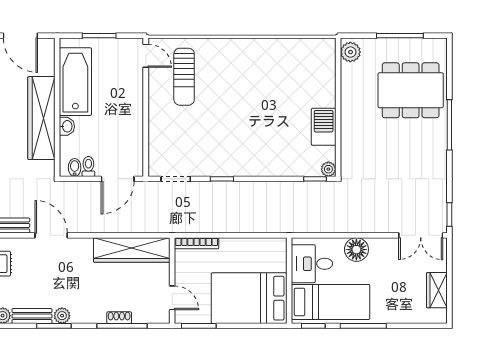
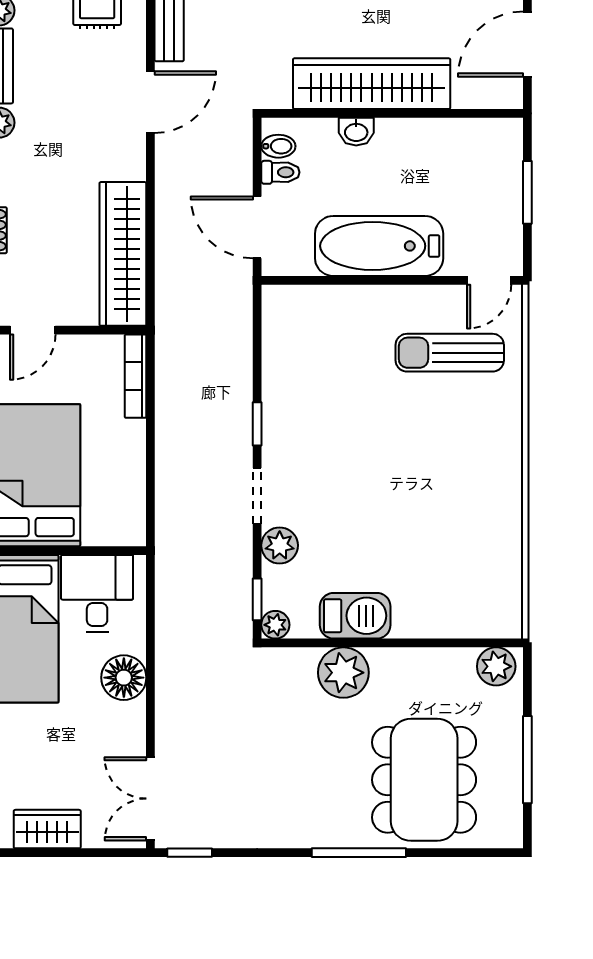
bathtub: (75, 82) -> (379, 246), moved, turned 180
plant: (354, 133) -> (343, 673), added
plant: (286, 167) -> (280, 545), added
doorway: (176, 179) -> (257, 496), moved

